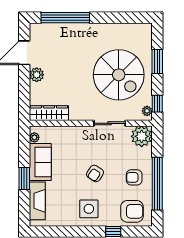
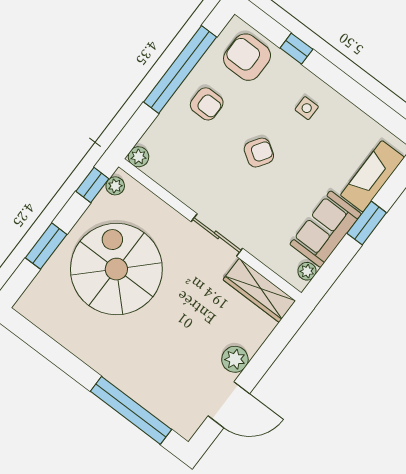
sliding door: (110, 123) -> (217, 235), moved
plant: (142, 136) -> (139, 157), width x0.53, depth x0.53
side table: (89, 209) -> (307, 108), width x0.54, depth x0.54

